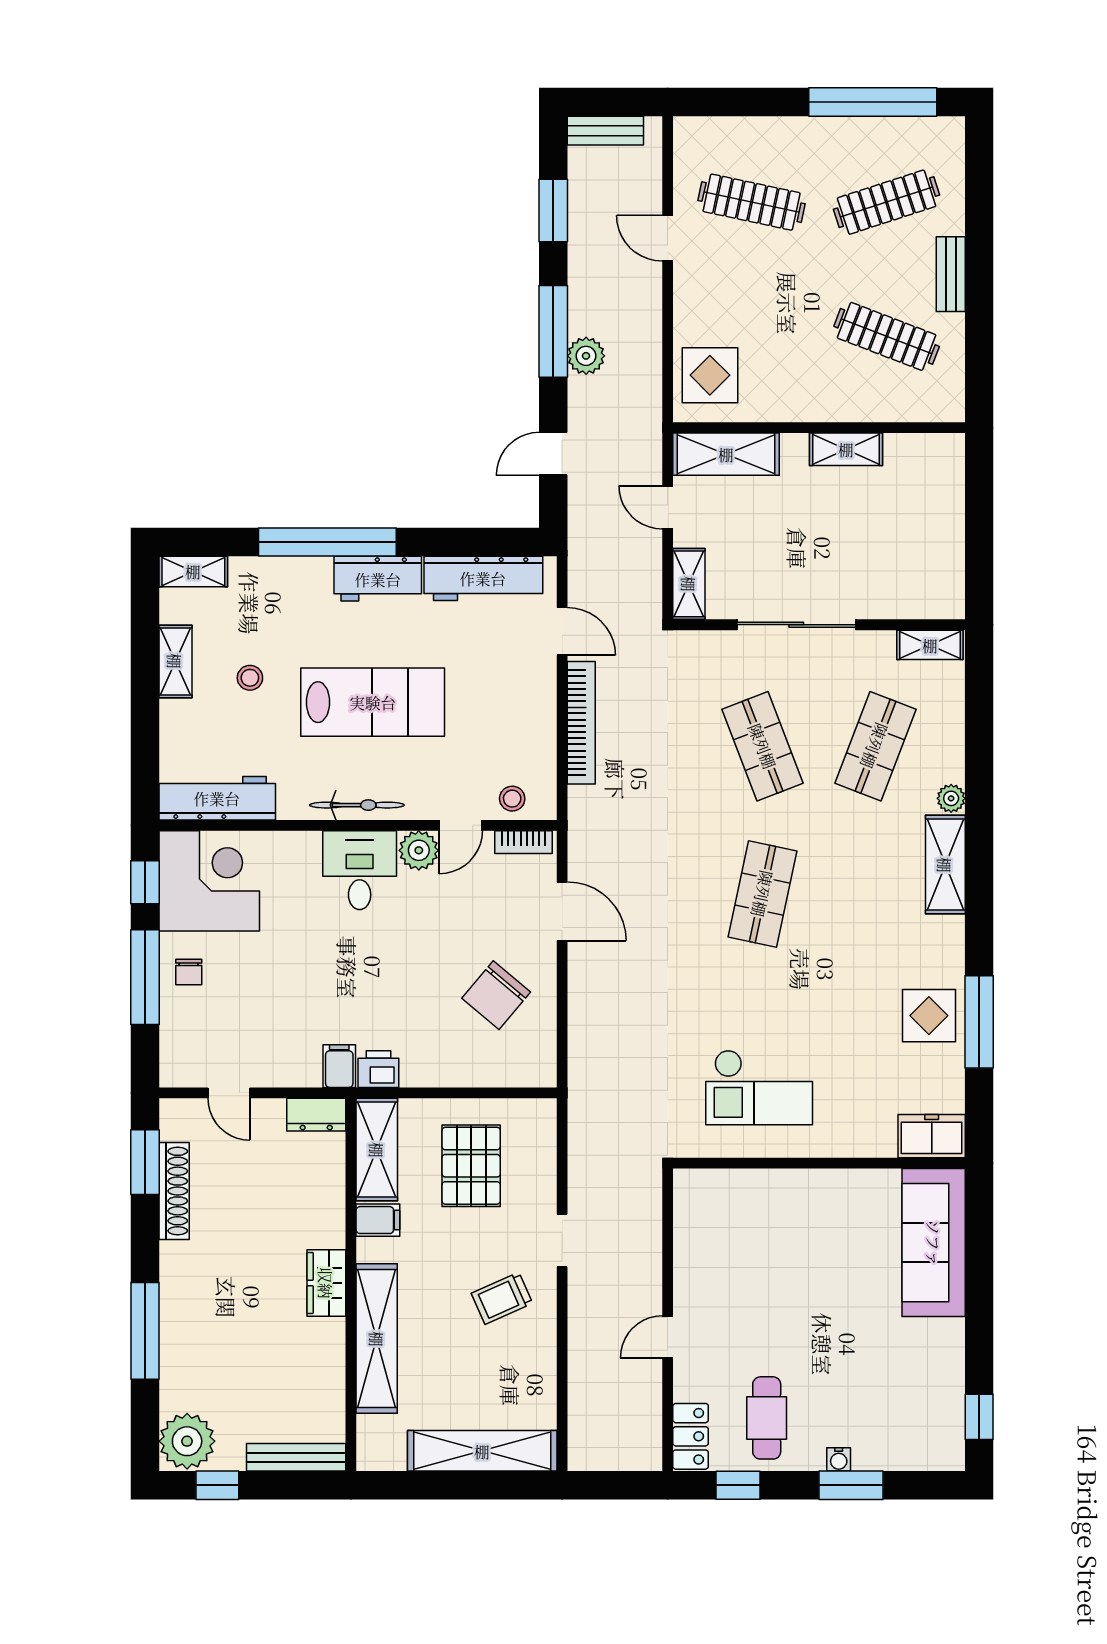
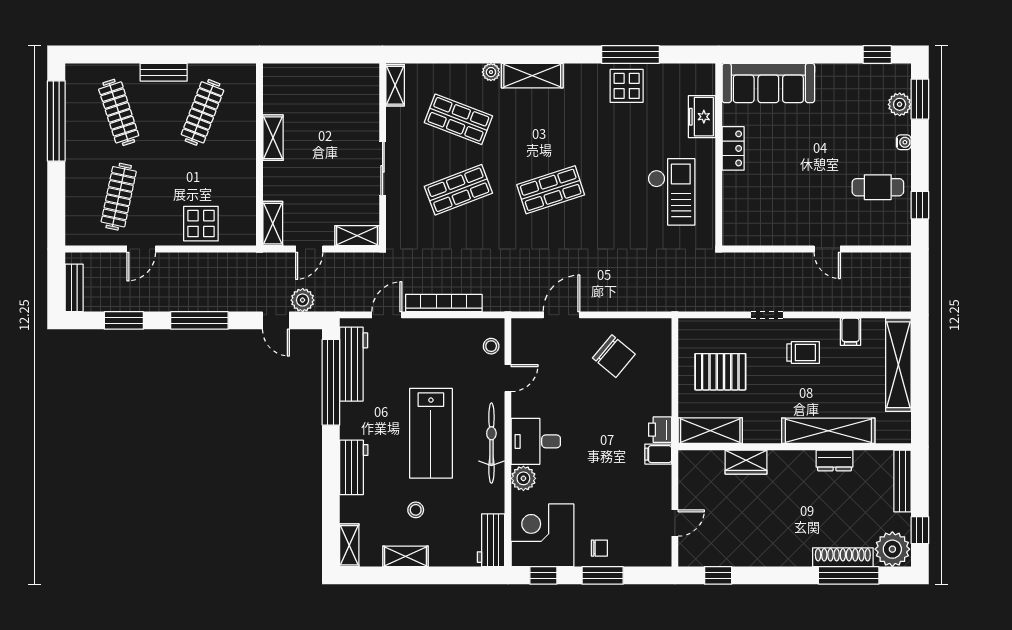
plant: (586, 356) -> (303, 300), moved
display table: (710, 375) -> (201, 224), moved
shelving: (726, 454) -> (273, 224), width x0.67, depth x0.75
window: (327, 542) -> (331, 382), moved
workbench: (378, 579) -> (354, 467), moved
sliding door: (796, 625) -> (383, 169), width x0.73
lab bench: (373, 702) -> (431, 433), turned 180
workbench: (217, 798) -> (491, 540), width x0.73
bicycle: (357, 805) -> (491, 443), width x1.37, depth x1.40
door: (461, 825) -> (508, 378), hinge flipped
bookcase: (524, 842) -> (518, 339), removed
plant: (419, 850) -> (523, 478), moved
shop shelf: (763, 894) -> (551, 190), turned -30
window: (145, 977) -> (603, 575), width x0.69
dresser: (316, 1115) -> (834, 460), moved, turned 90
freezer: (932, 1136) -> (702, 117), moved
window: (145, 1162) -> (718, 575), width x0.67
shoe rack: (174, 1191) -> (843, 557), moved
filing cabinet: (378, 1220) -> (851, 332), moved, turned 180
wardrobe: (326, 1283) -> (746, 462), moved
trolley: (502, 1298) -> (803, 353), turned -66
window: (145, 1331) -> (849, 575), moved
locker: (691, 1436) -> (733, 148), moved, turned 90
plant: (899, 1453) -> (900, 104), added
window: (851, 1485) -> (920, 99), moved

